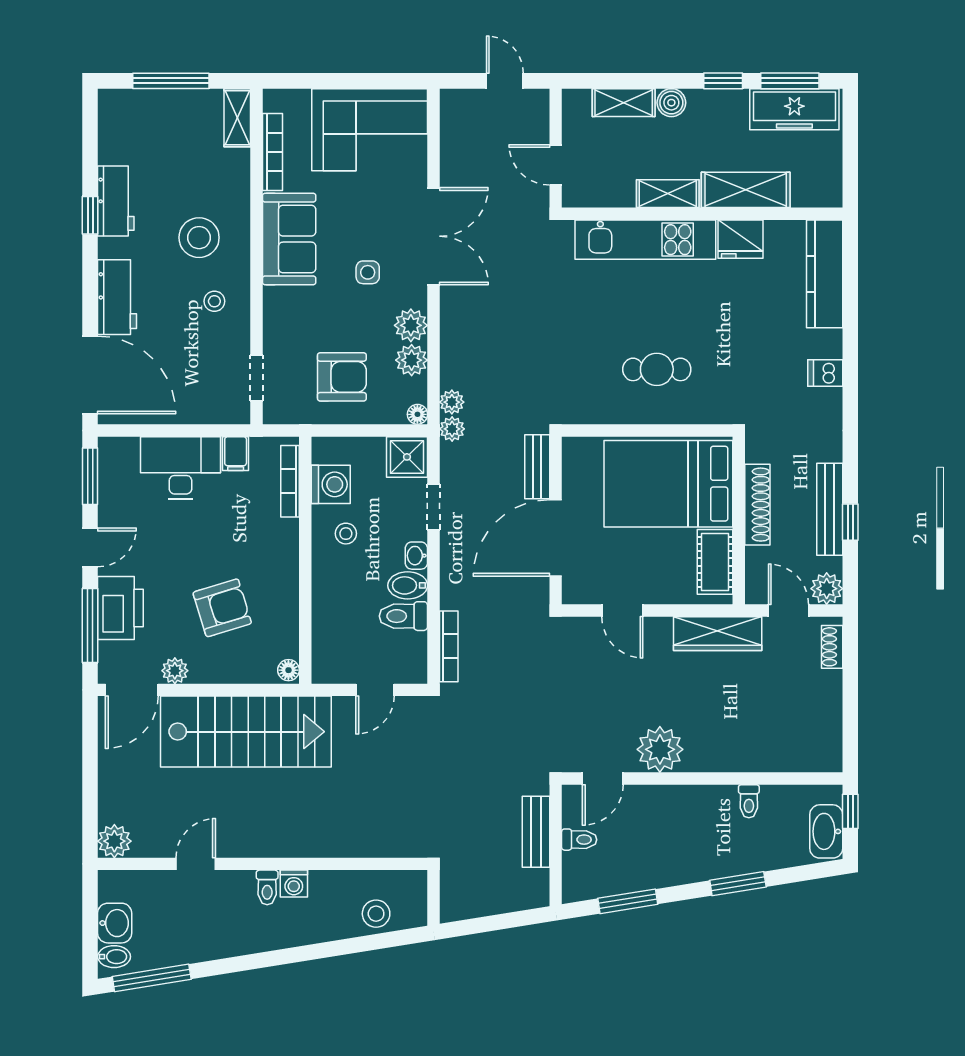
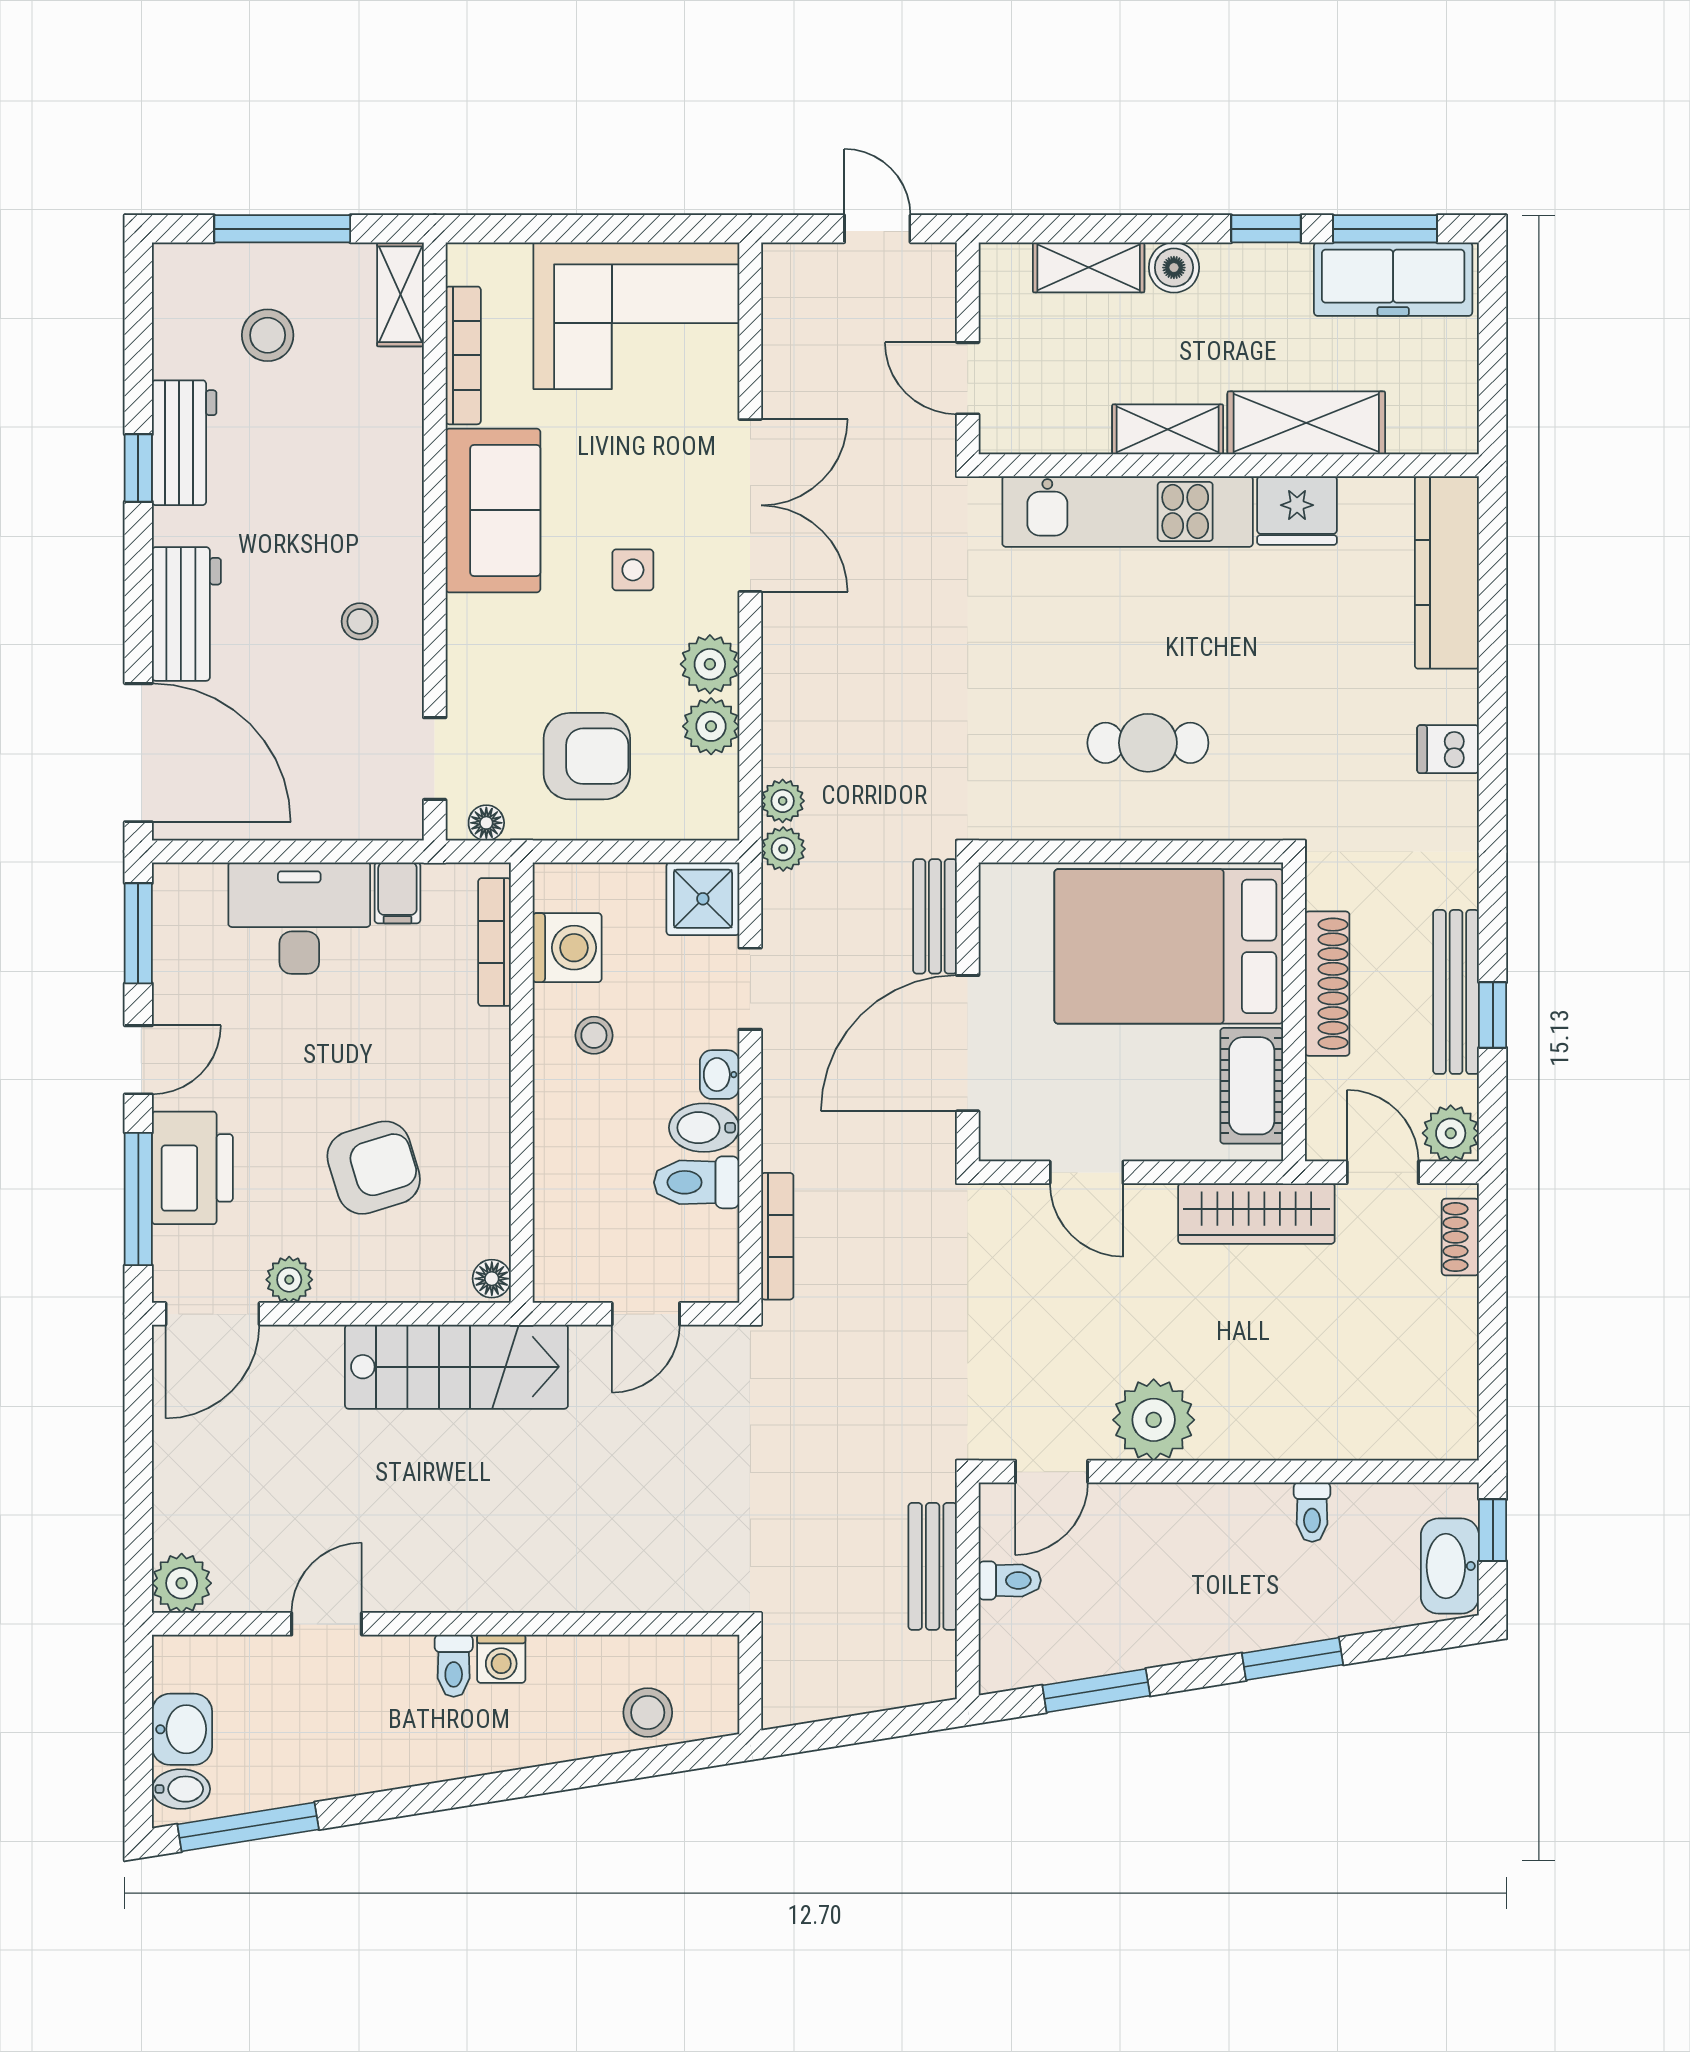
stool: (199, 238) -> (268, 335), moved, width x0.73, depth x0.73
floor lamp: (417, 414) -> (486, 823), moved
stairs: (246, 732) -> (456, 1367), width x0.73, depth x0.66

